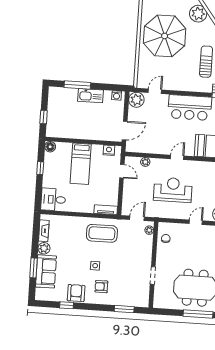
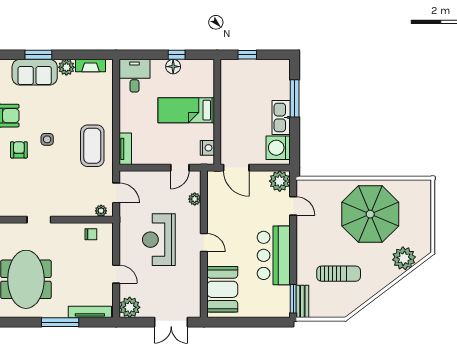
washing machine: (117, 95) -> (278, 148), width x1.89, depth x1.89
floor lamp: (50, 147) -> (173, 67), moved
reception desk: (173, 190) -> (159, 240), turned 180

